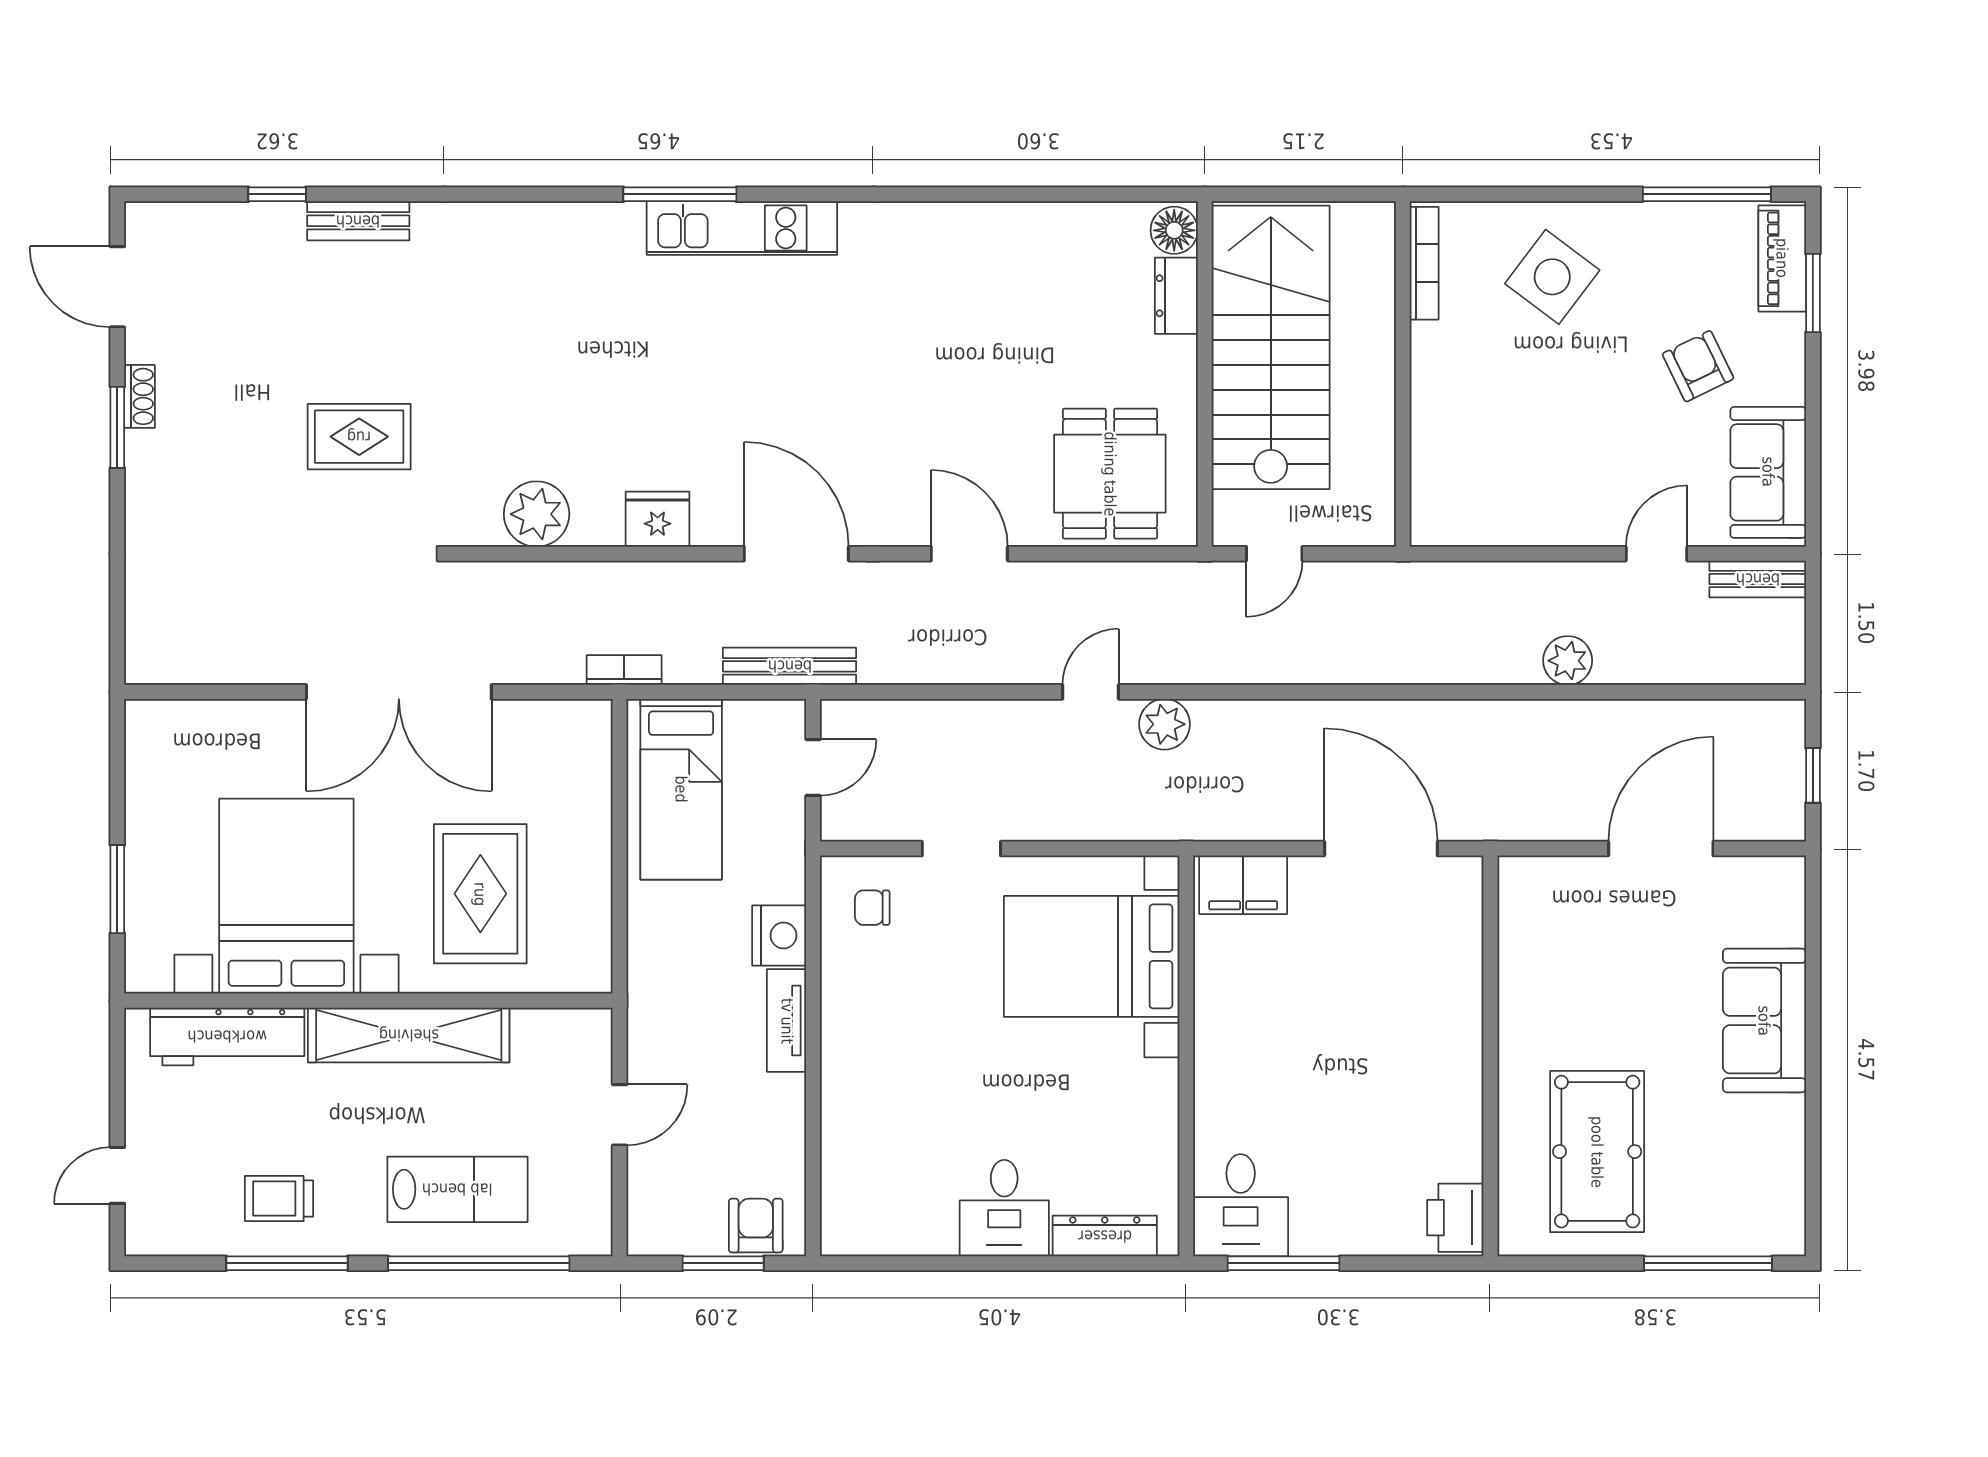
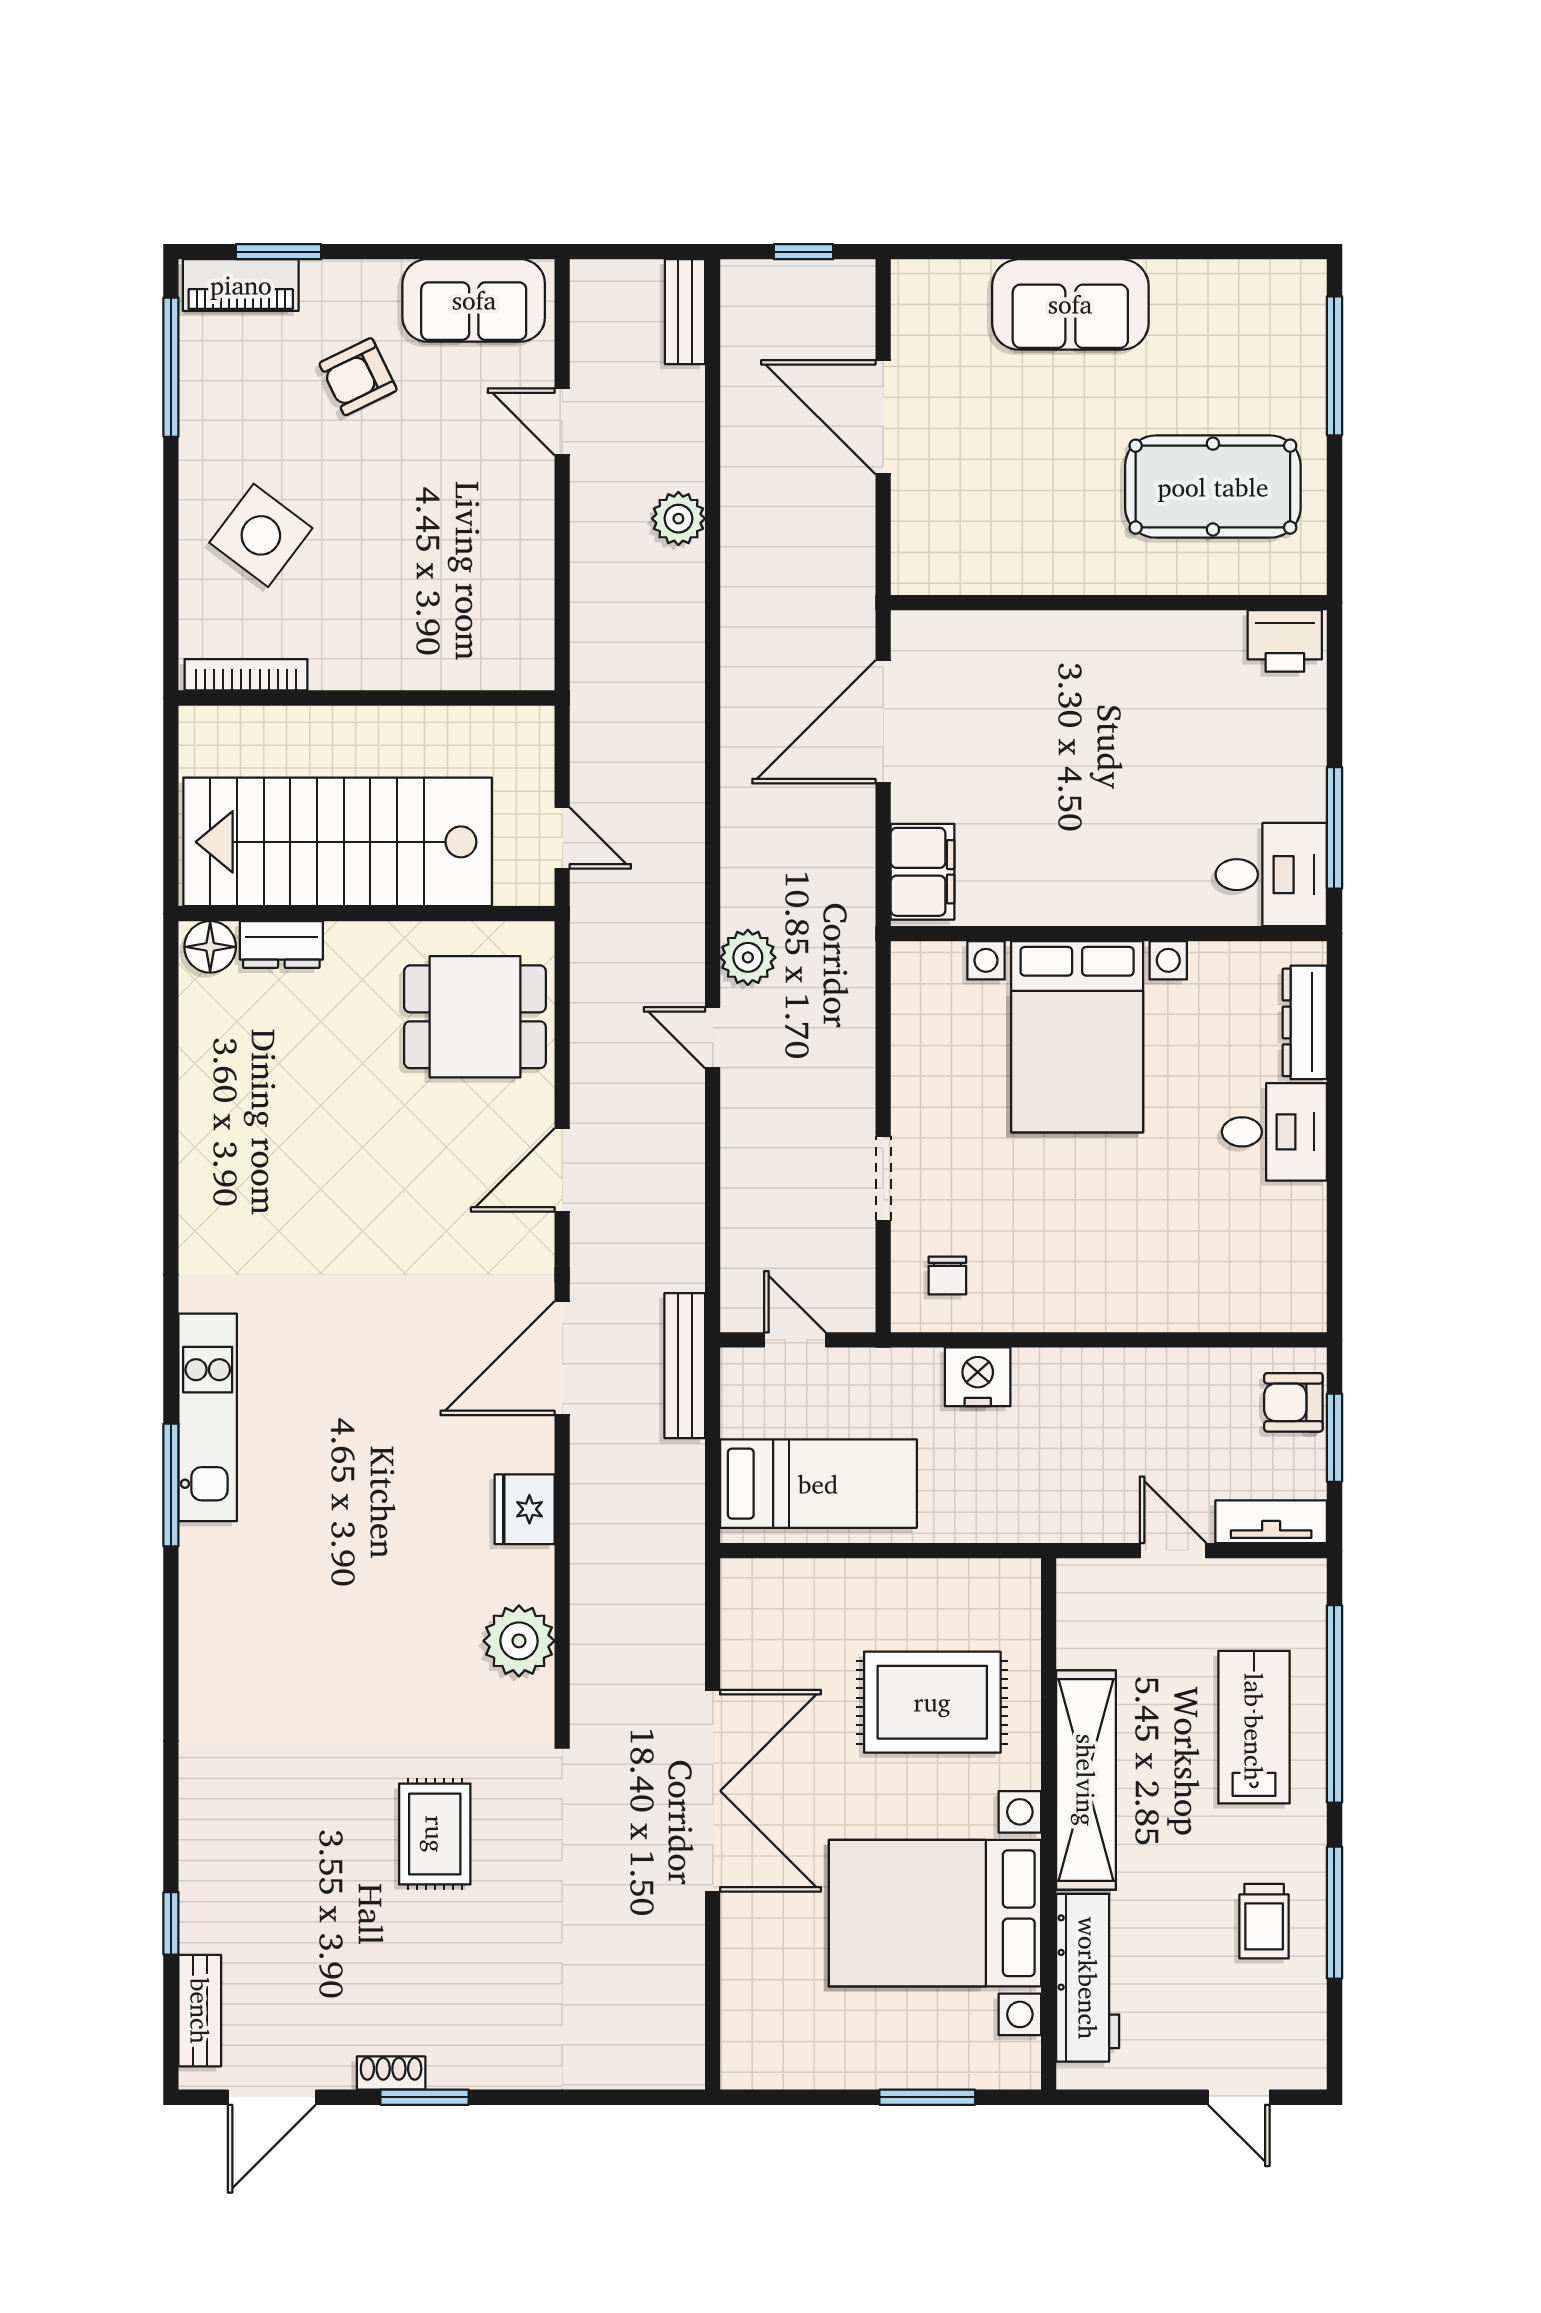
bench: (358, 221) -> (200, 2011), moved
bench: (1758, 579) -> (685, 312), moved
bookcase: (624, 670) -> (689, 1546), removed
bed with nightstands: (1092, 956) -> (1077, 1037), moved
tv unit: (787, 1021) -> (1271, 1522), moved, turned 180

